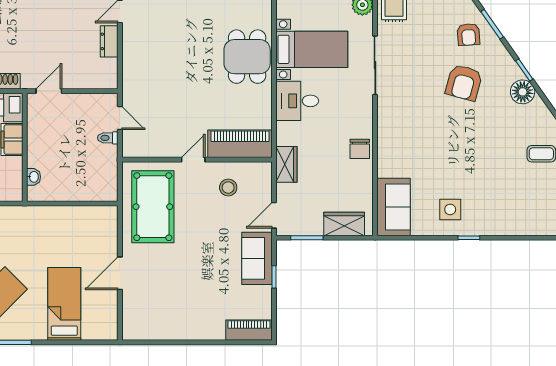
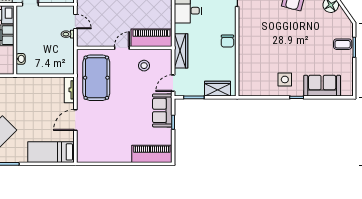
wardrobe: (286, 164) -> (181, 51), width x1.50
sofa: (394, 207) -> (322, 86), moved, turned -90
tv unit: (110, 226) -> (69, 90), added
bed: (64, 304) -> (51, 152), moved, turned -90
piano: (249, 330) -> (152, 154), width x1.37, depth x1.33

